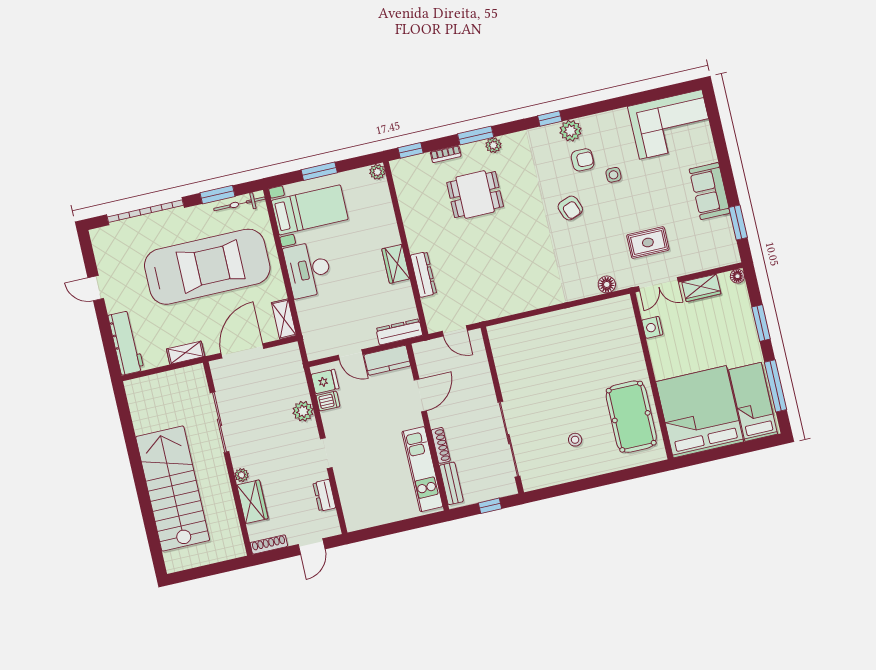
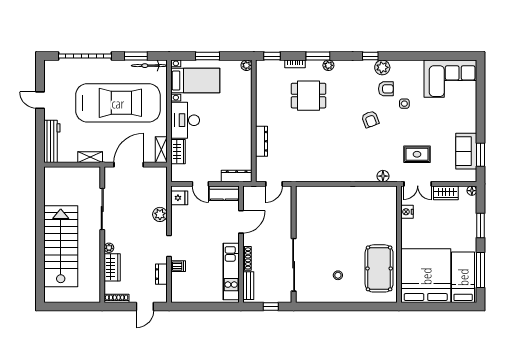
sofa: (710, 191) -> (466, 151), moved
wardrobe: (396, 264) -> (178, 152), moved, turned 180
door: (455, 331) -> (274, 184), hinge flipped
dishwasher: (328, 401) -> (178, 266), moved

